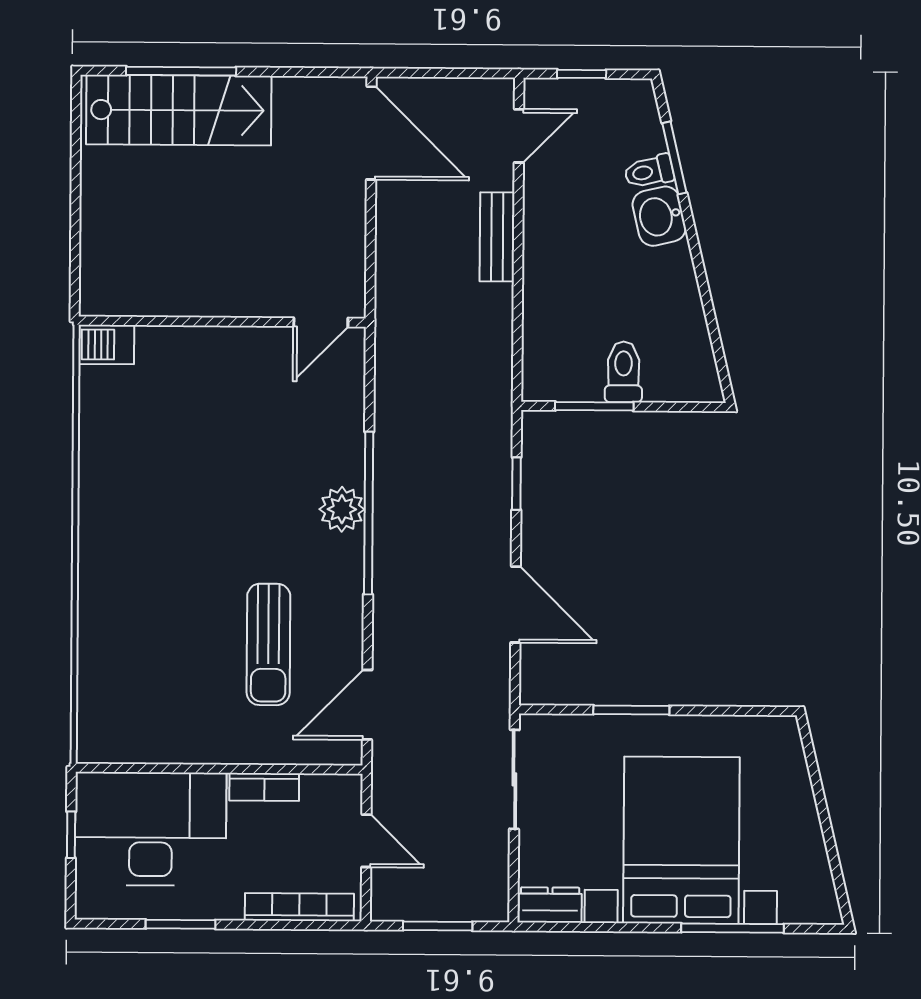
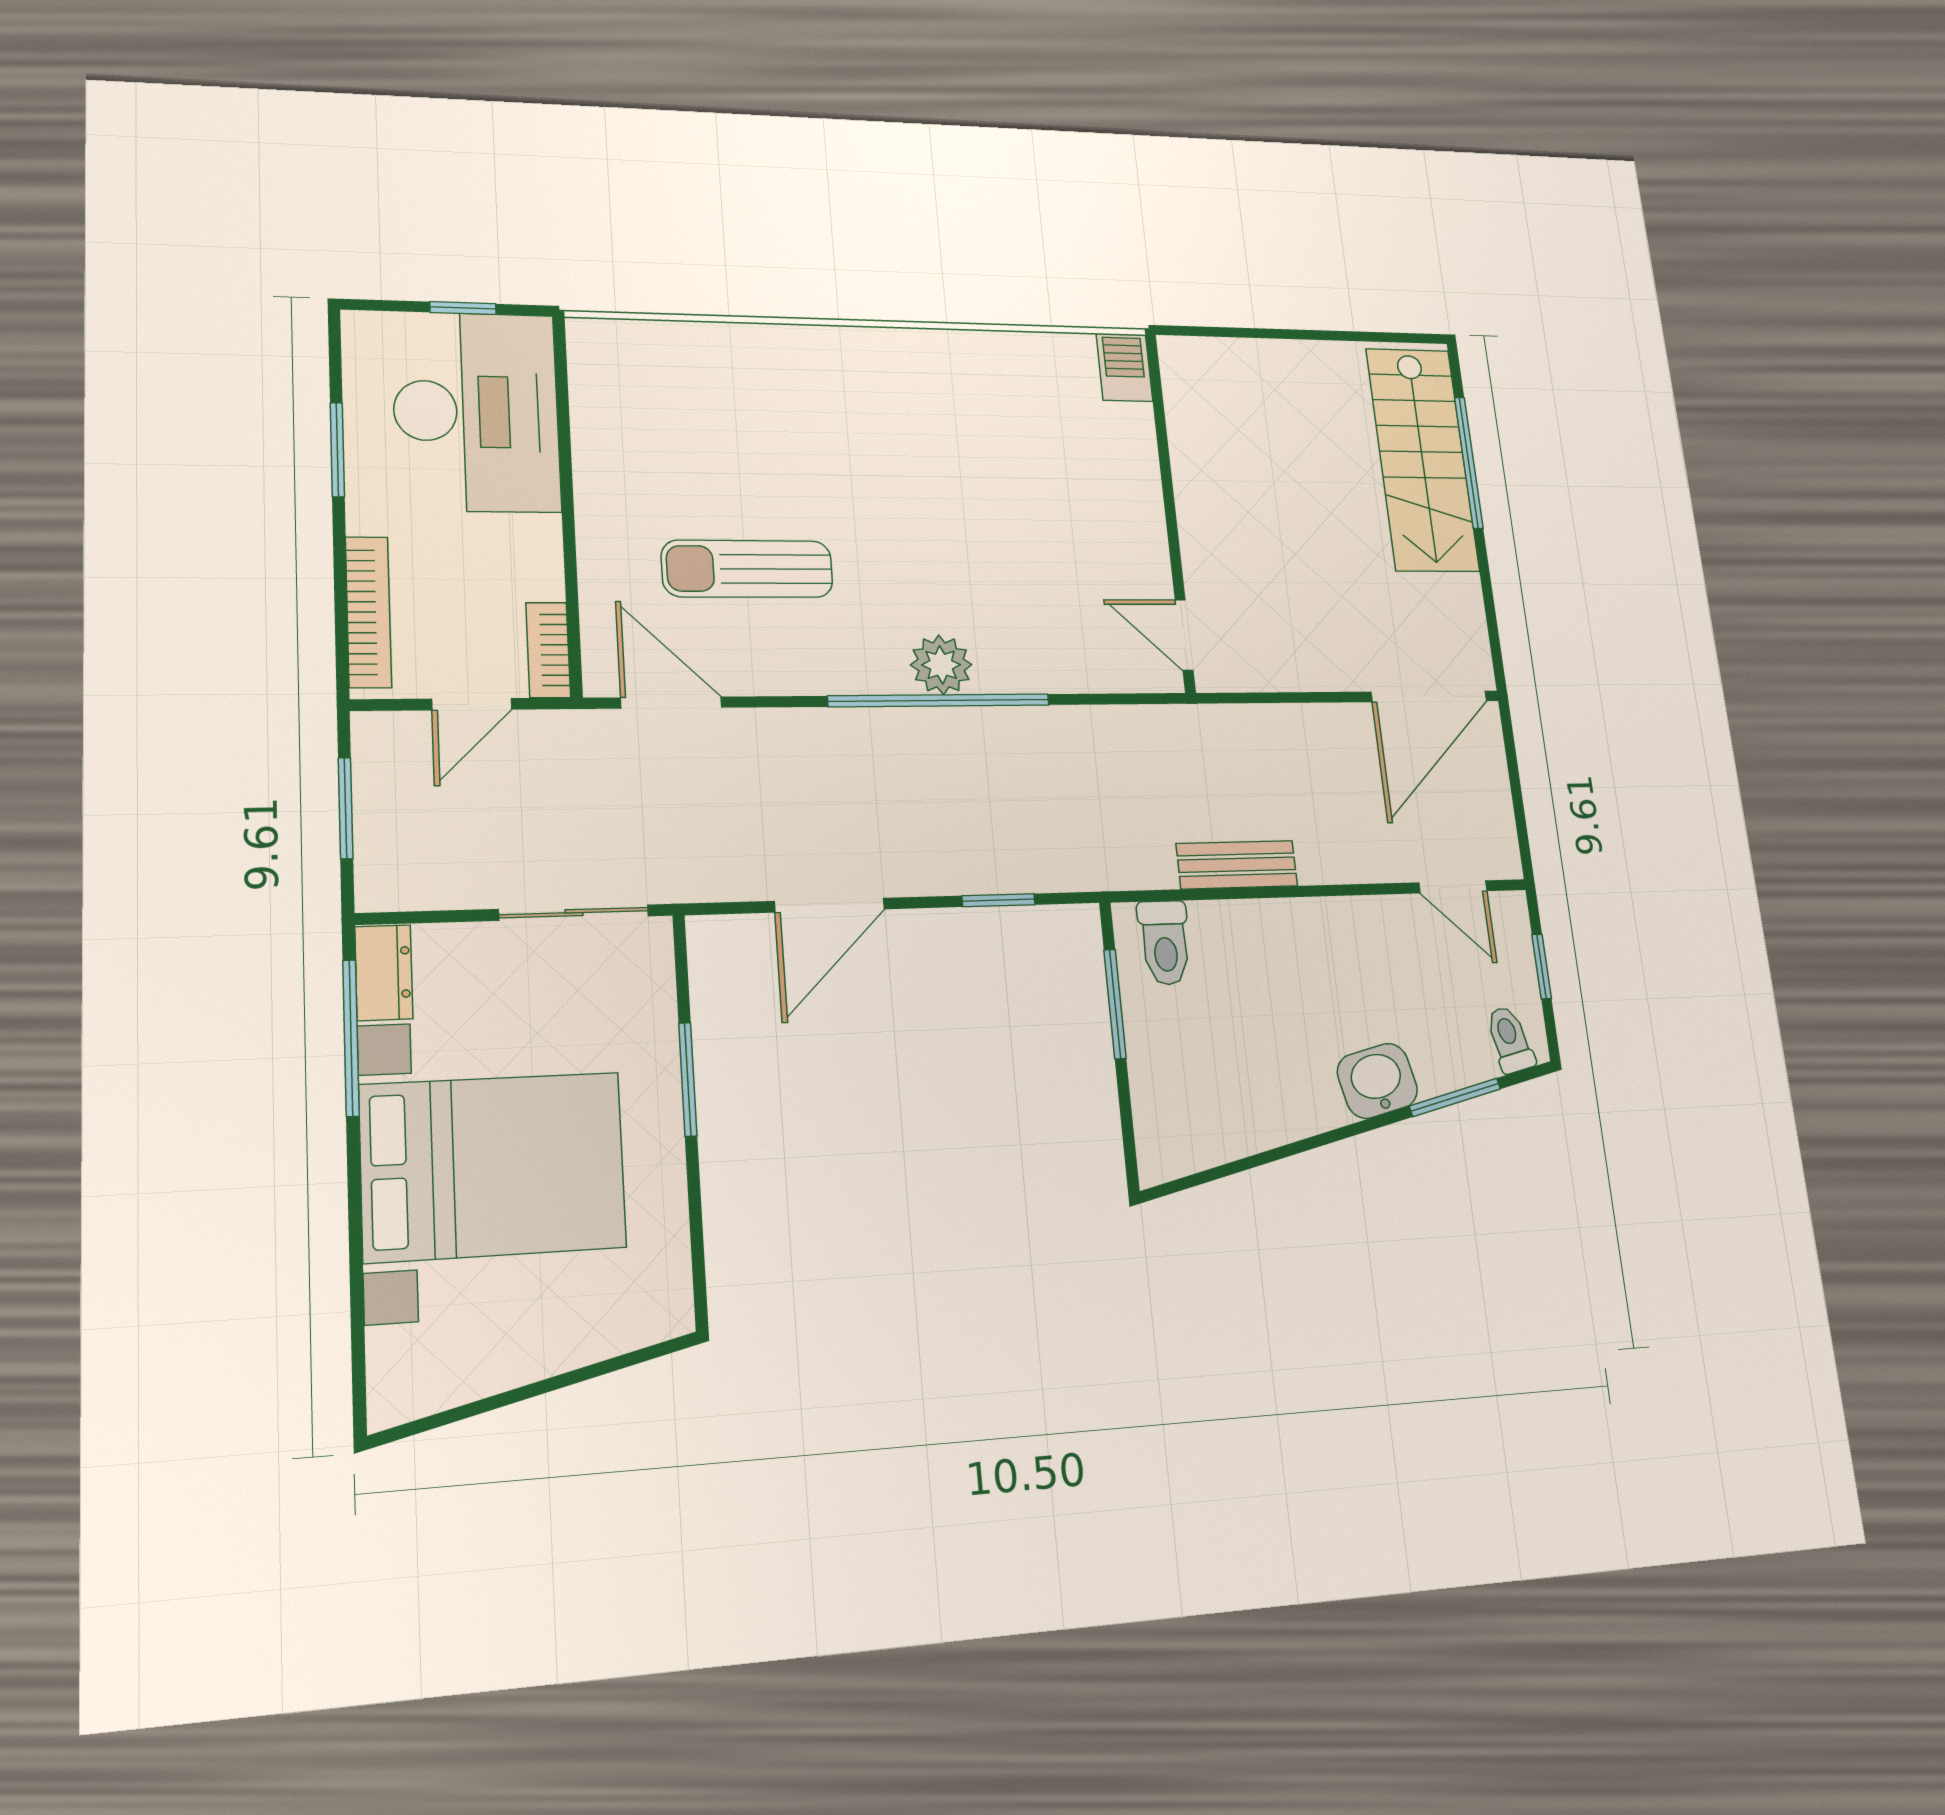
toilet: (649, 172) -> (1510, 1040), moved
bench: (497, 237) -> (1237, 865), moved
toilet: (623, 372) -> (1165, 943), moved, turned 90
bookcase: (264, 787) -> (548, 650), moved
window: (732, 928) -> (351, 1038), moved

